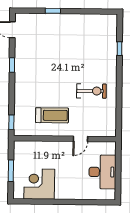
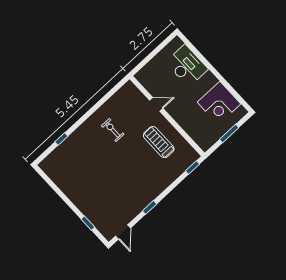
window: (53, 11) -> (88, 223), moved
exercise bike: (91, 91) -> (113, 130), width x0.73, depth x0.72
desk: (102, 172) -> (187, 66), moved, turned 90

